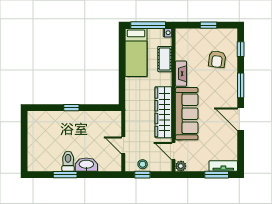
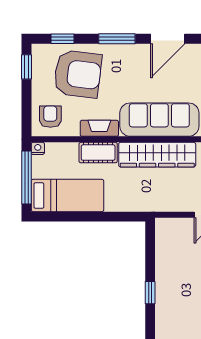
window: (208, 25) -> (26, 67), moved
armchair: (189, 41) -> (50, 117), added
cot: (165, 59) -> (98, 153), moved
armchair: (217, 59) -> (78, 74), width x1.88, depth x1.88

